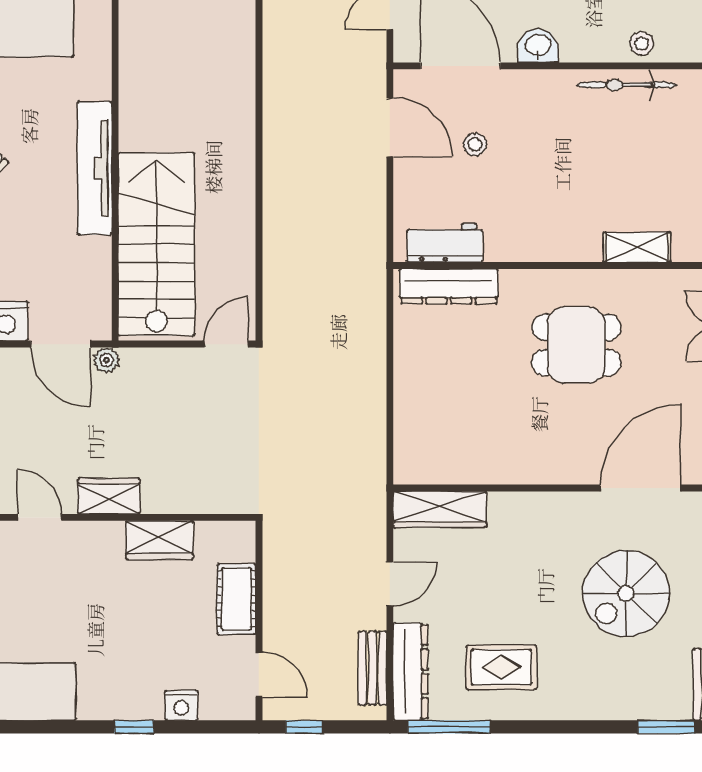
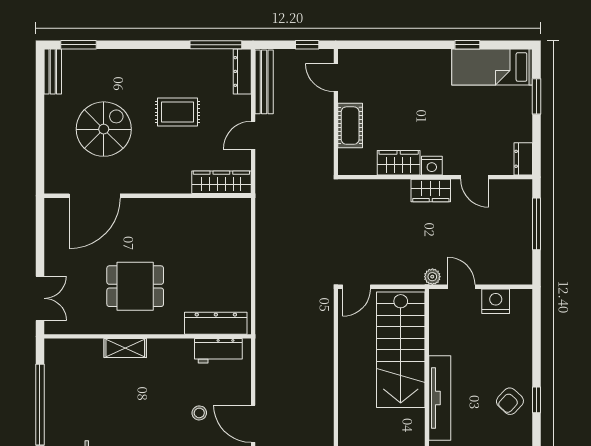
shelving: (637, 247) -> (125, 348), moved
door: (60, 344) -> (461, 287), width x0.73
rug: (501, 667) -> (178, 112), moved
bench: (372, 668) -> (264, 82), width x1.36
dresser: (411, 672) -> (242, 71), width x0.73, depth x0.80
nightstand: (181, 705) -> (432, 166), moved, turned 180
window: (134, 727) -> (467, 45), moved

